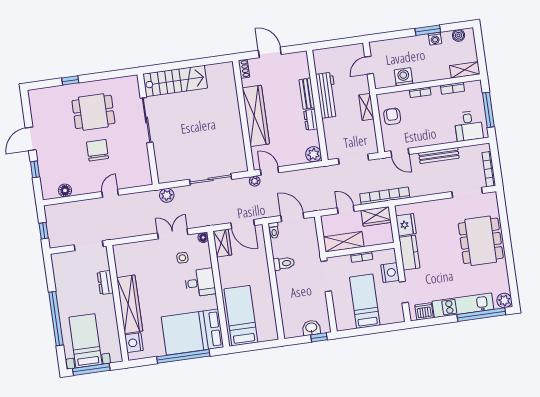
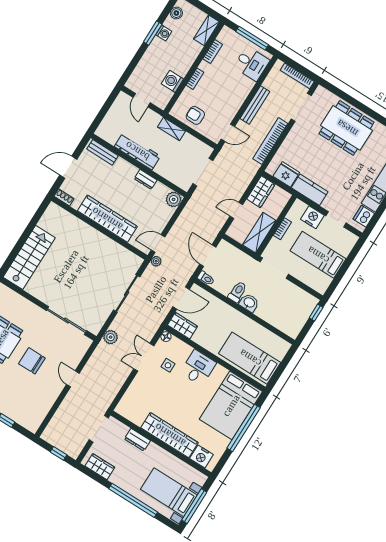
bench: (307, 94) -> (103, 152), moved
sliding door: (147, 120) -> (67, 321), moved
floor lamp: (65, 190) -> (42, 411), removed
bookcase: (385, 196) -> (270, 141), moved
door: (292, 217) -> (208, 256), hinge flipped
wardrobe: (60, 271) -> (100, 467), added
washbasin: (311, 328) -> (249, 303), moved, turned 90

